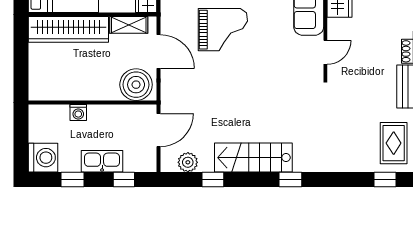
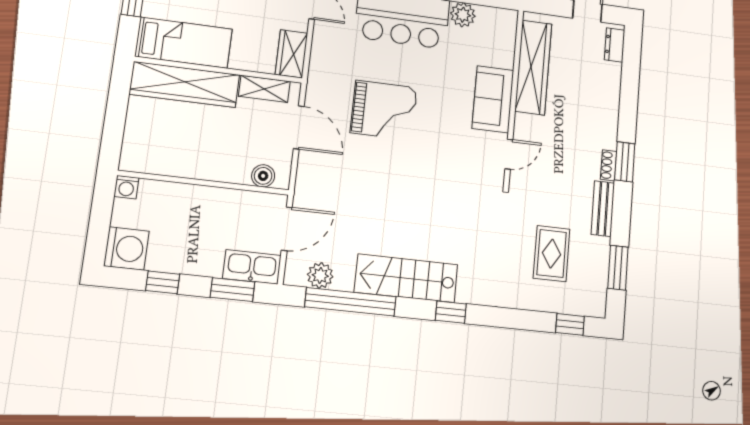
boiler: (136, 85) -> (263, 176), width x0.54, depth x0.54
washing machine: (78, 112) -> (126, 187), moved
rug: (394, 143) -> (552, 254), moved
kitchen sink: (102, 161) -> (252, 267), moved
window: (124, 180) -> (232, 290), width x1.50
window: (213, 180) -> (350, 302), width x3.17

